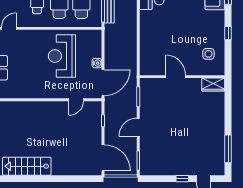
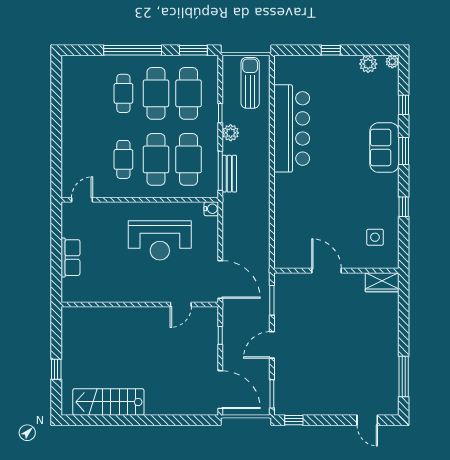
reception desk: (62, 56) -> (160, 240), turned -90
water cooler: (97, 63) -> (211, 209), moved
door: (103, 83) -> (220, 279), hinge flipped
window: (182, 179) -> (294, 420), moved

